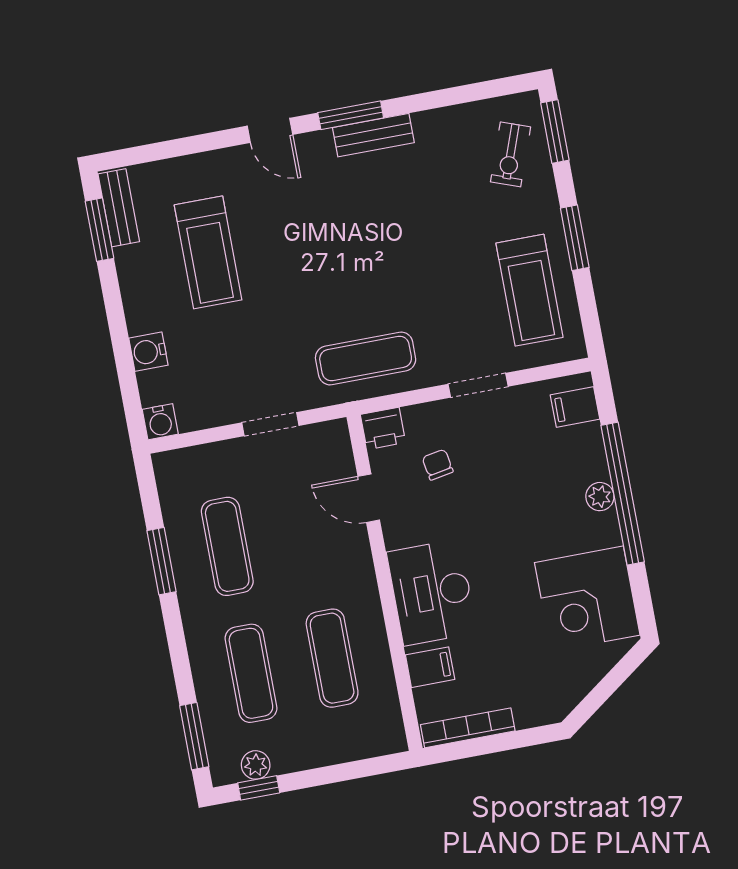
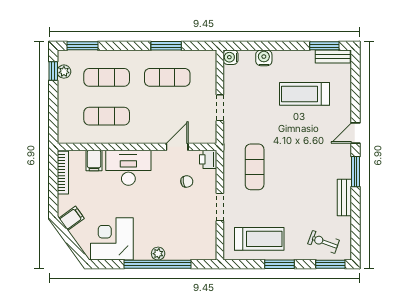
bench: (373, 135) -> (344, 197), moved
treadmill: (529, 290) -> (259, 239), turned 180
exercise mat: (366, 358) -> (255, 167), moved
filing cabinet: (575, 407) -> (72, 218), moved, turned 54

